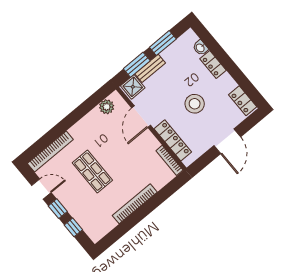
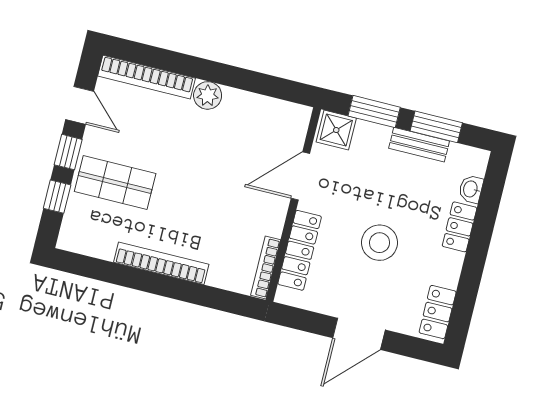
bench: (150, 68) -> (419, 145), moved
plant: (107, 107) -> (208, 95), moved
shop shelf: (92, 172) -> (115, 183), moved, turned 90

